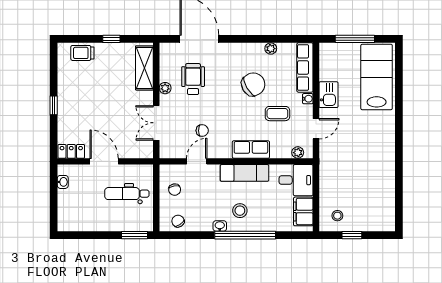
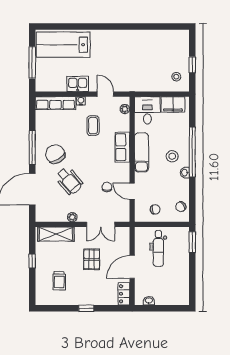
window: (251, 39) -> (32, 147), added
plant: (271, 49) -> (40, 131), removed
trolley: (82, 53) -> (59, 281), moved
wheelchair: (193, 79) -> (69, 181), moved, turned -131
chair: (253, 84) -> (55, 154), moved
pallet: (113, 112) -> (92, 259), added

